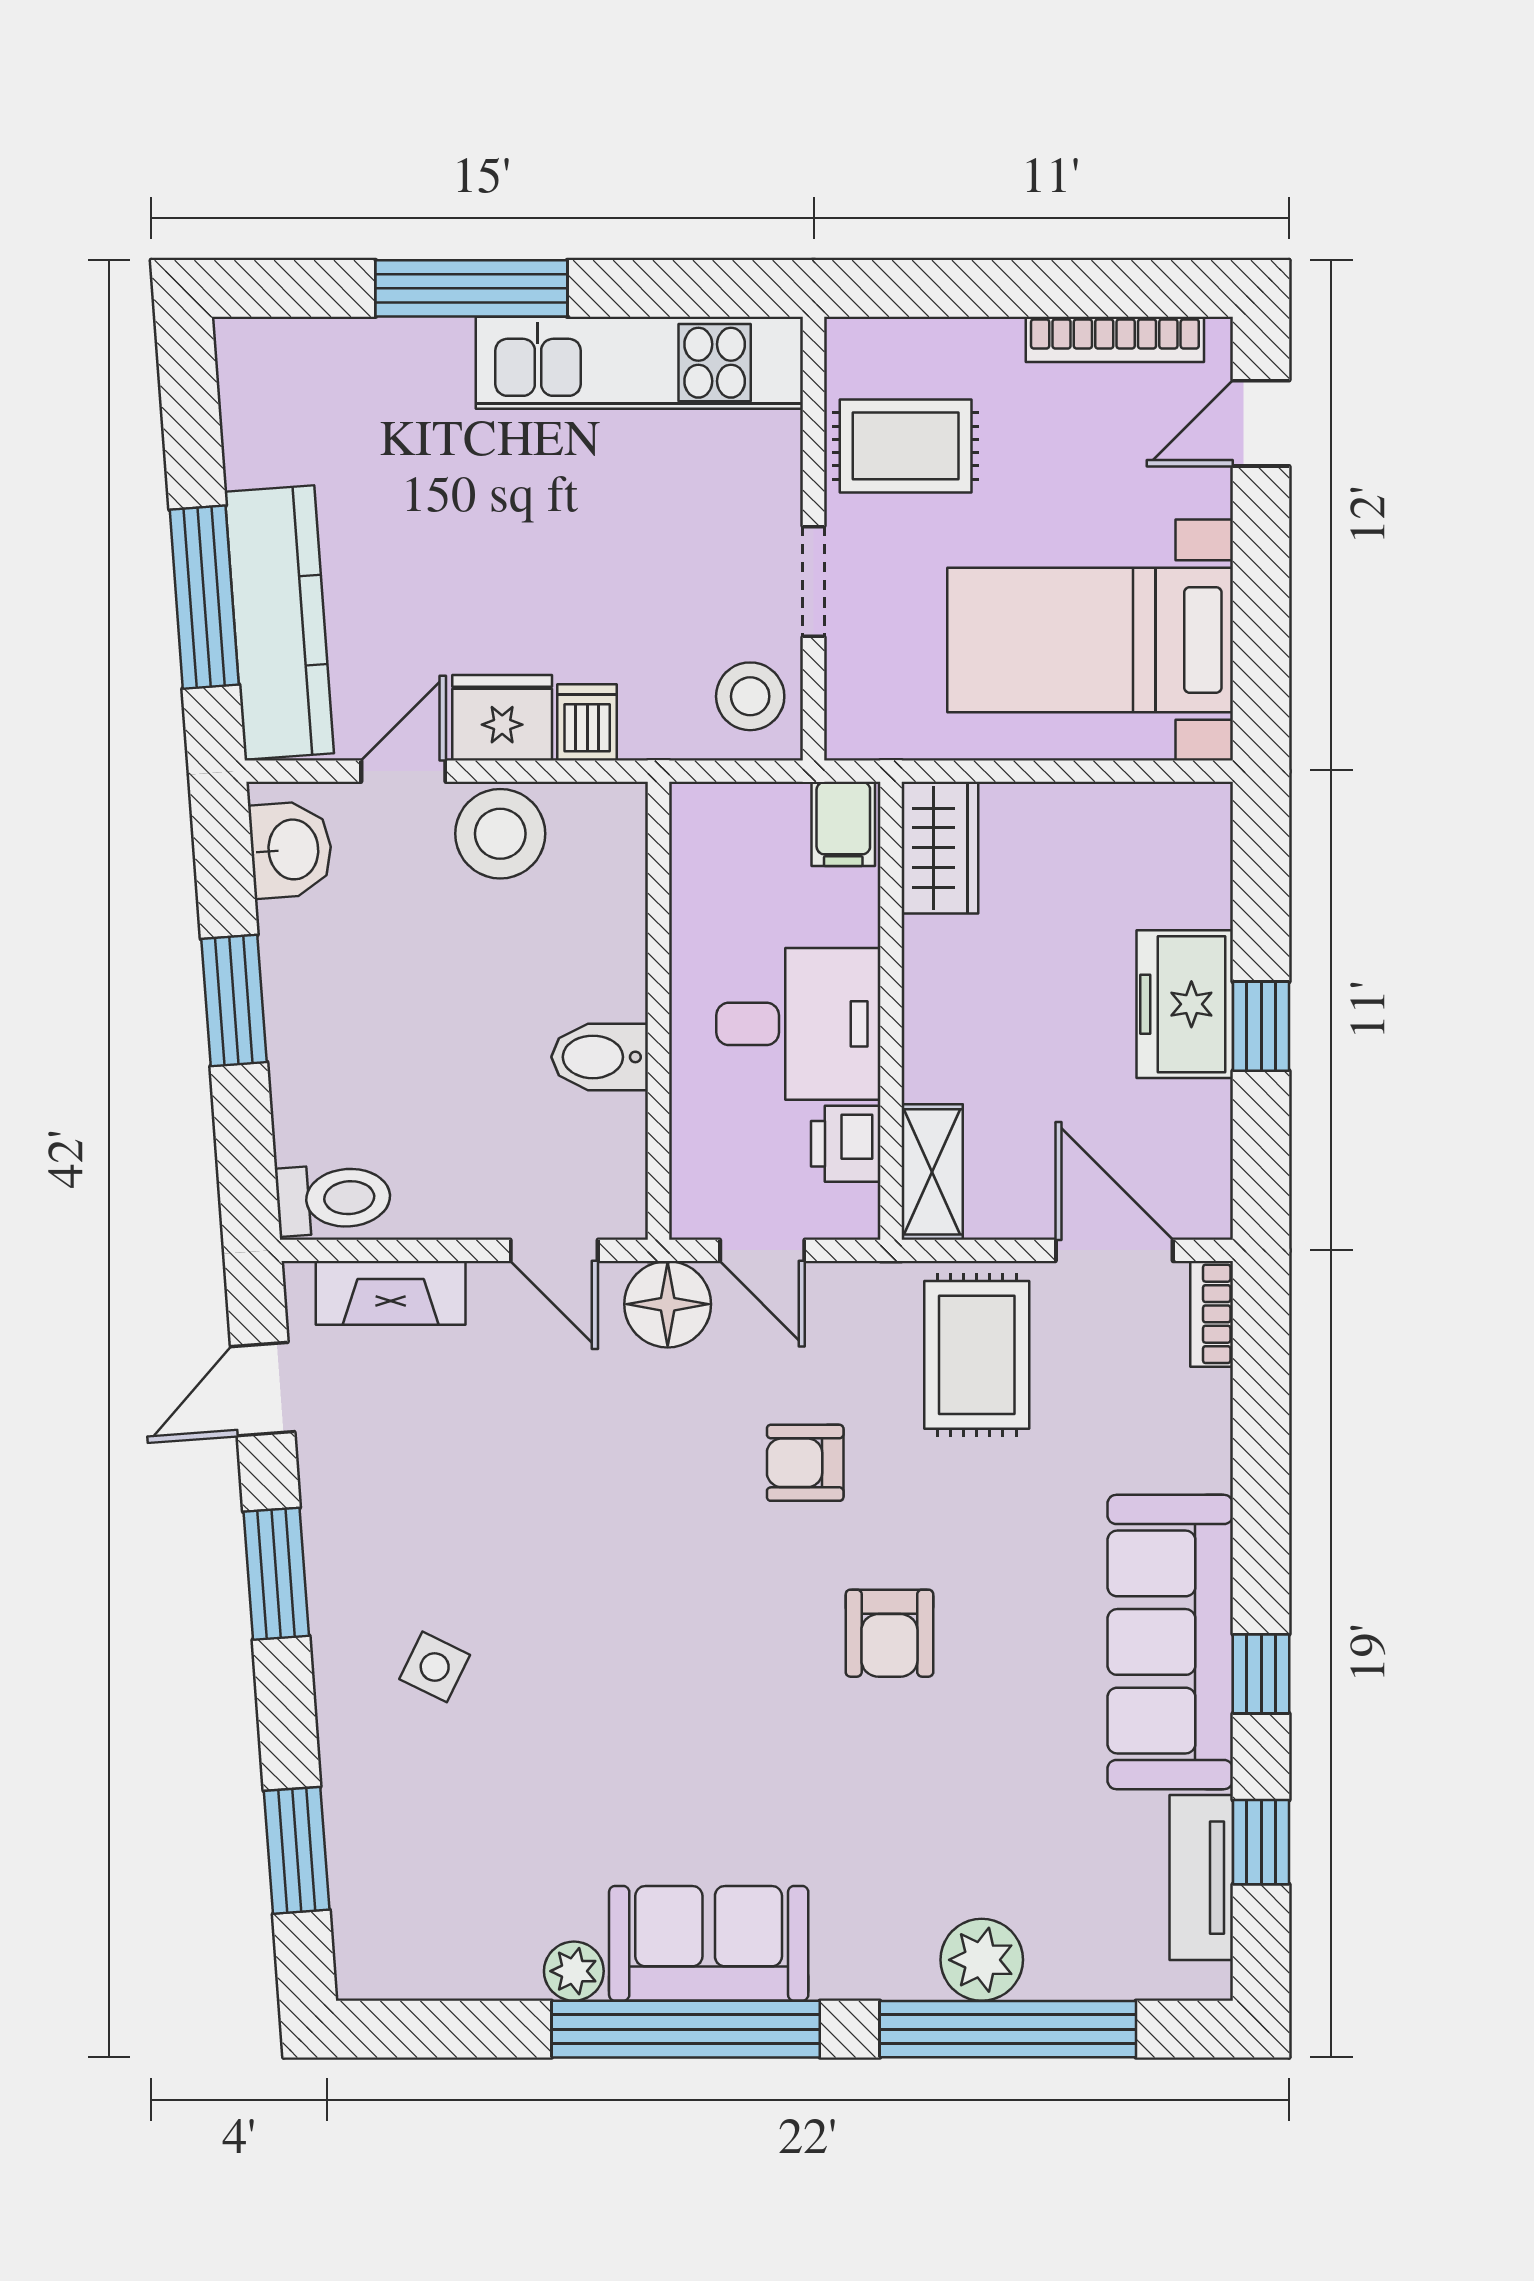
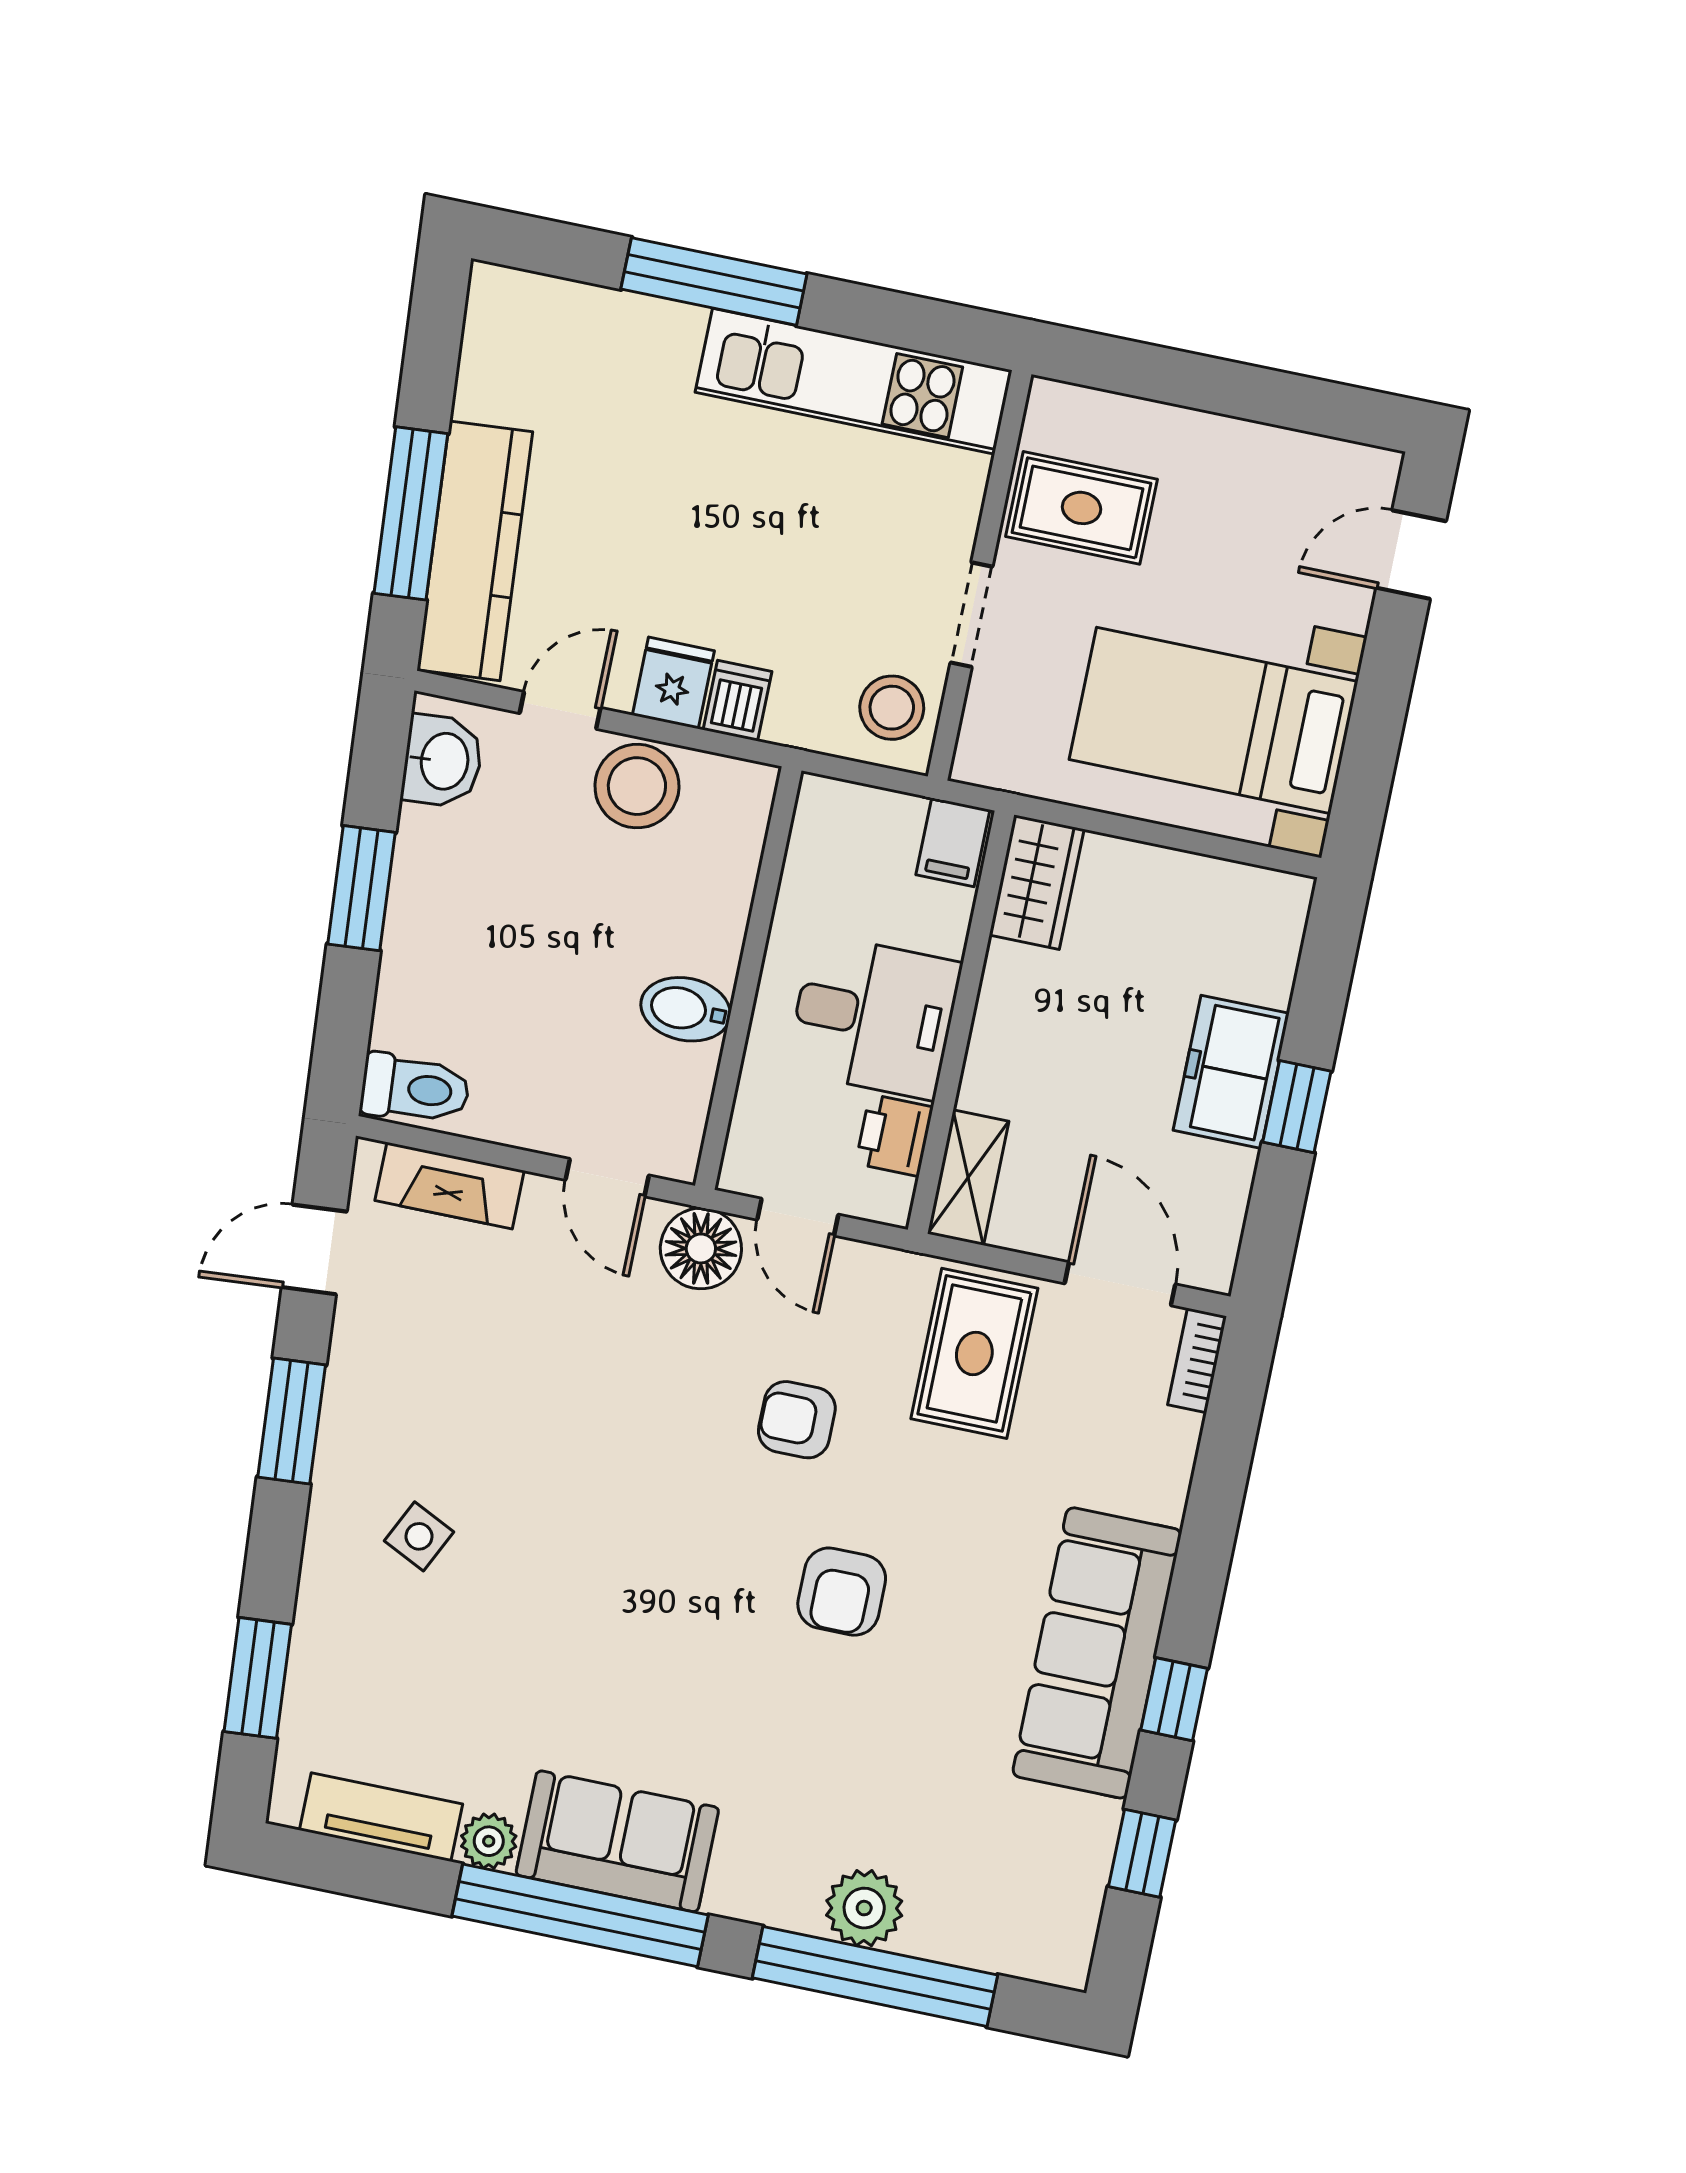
bookcase: (1115, 339) -> (1293, 450), removed
fridge: (502, 718) -> (673, 683), width x0.72
tv unit: (1201, 1878) -> (381, 1817), moved, turned 90

